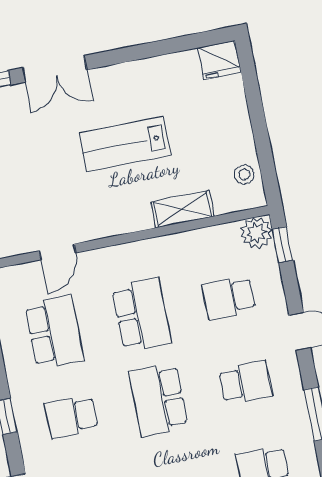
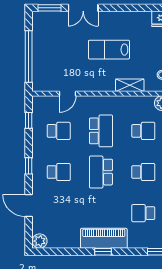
school desk: (229, 298) -> (143, 131), turned 180
school desk: (54, 332) -> (59, 131), width x0.54
school desk: (71, 417) -> (59, 172), turned 180

